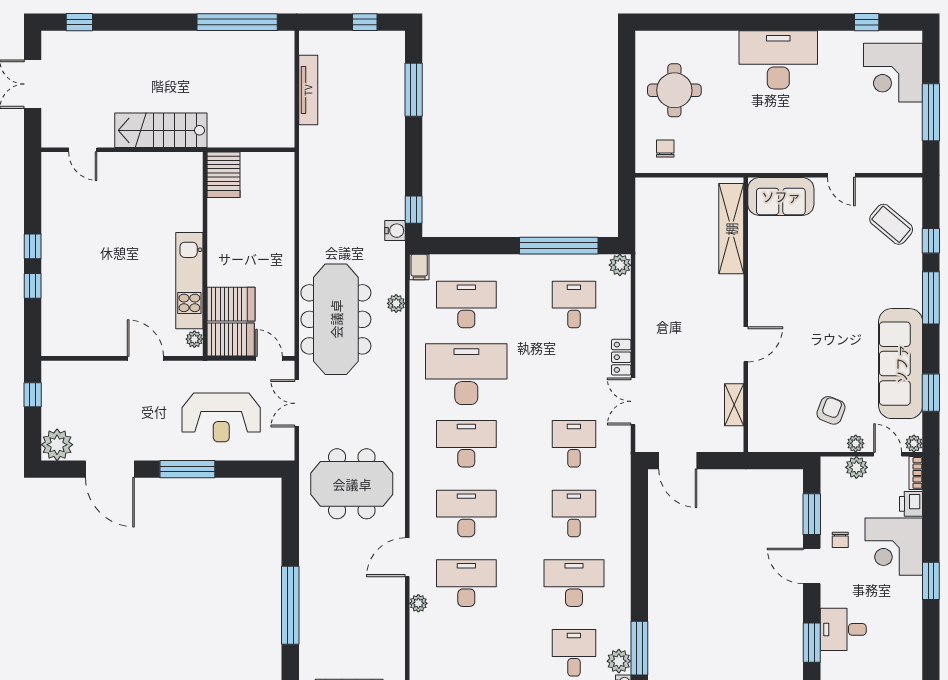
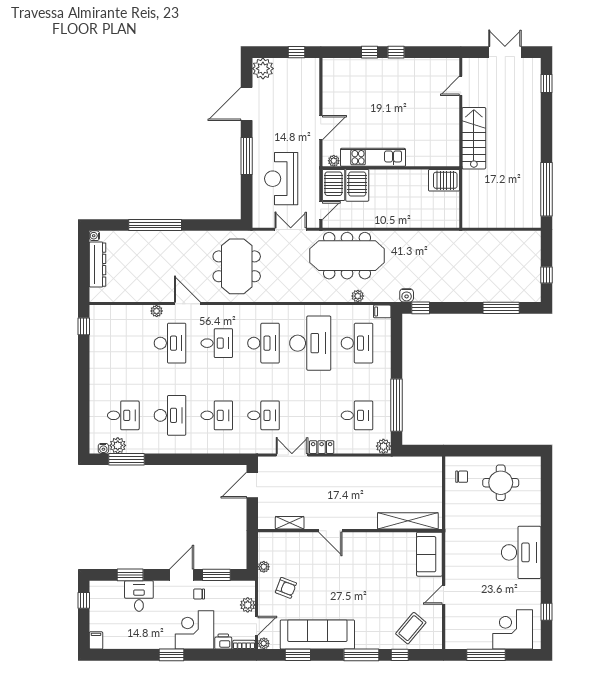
tv unit: (308, 90) -> (501, 237), removed
plant: (856, 443) -> (264, 567), moved
desk: (466, 513) -> (217, 343), width x0.73

